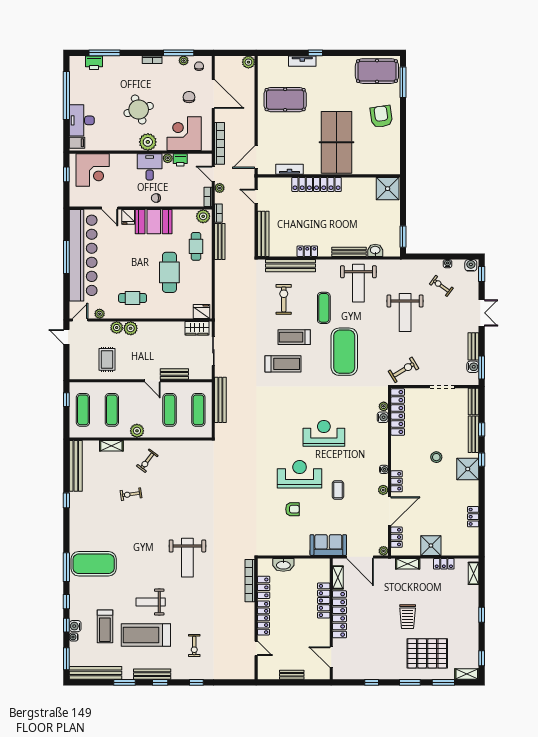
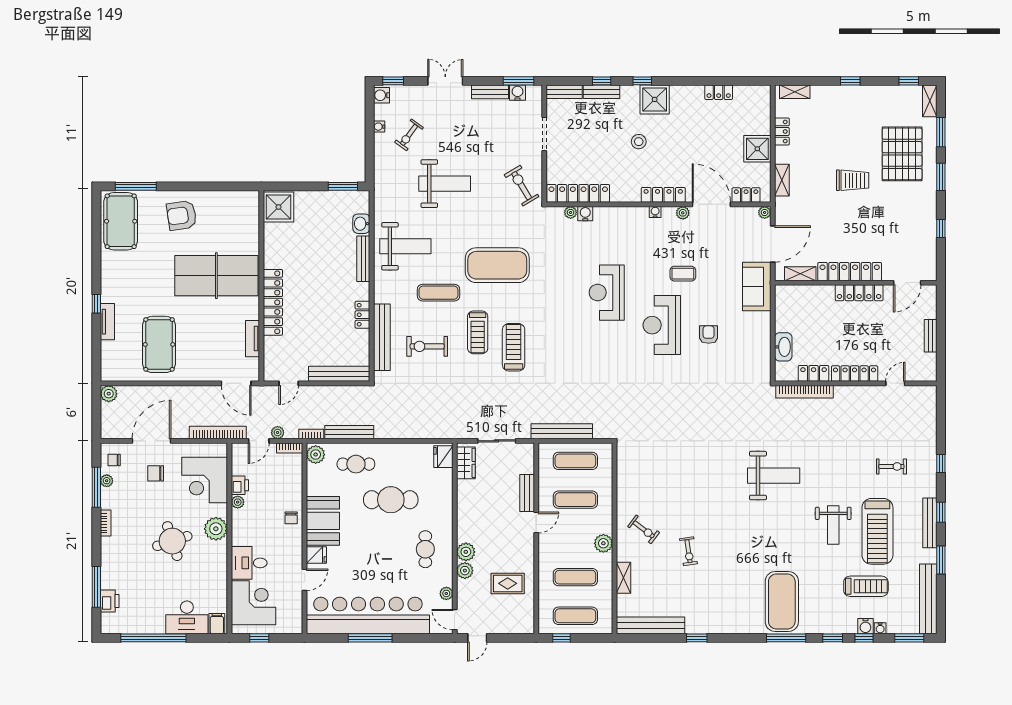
desk: (150, 167) -> (249, 563), moved
bench: (473, 434) -> (602, 92), width x0.73
locker: (397, 481) -> (663, 195), width x1.53
locker: (324, 601) -> (859, 293), moved

